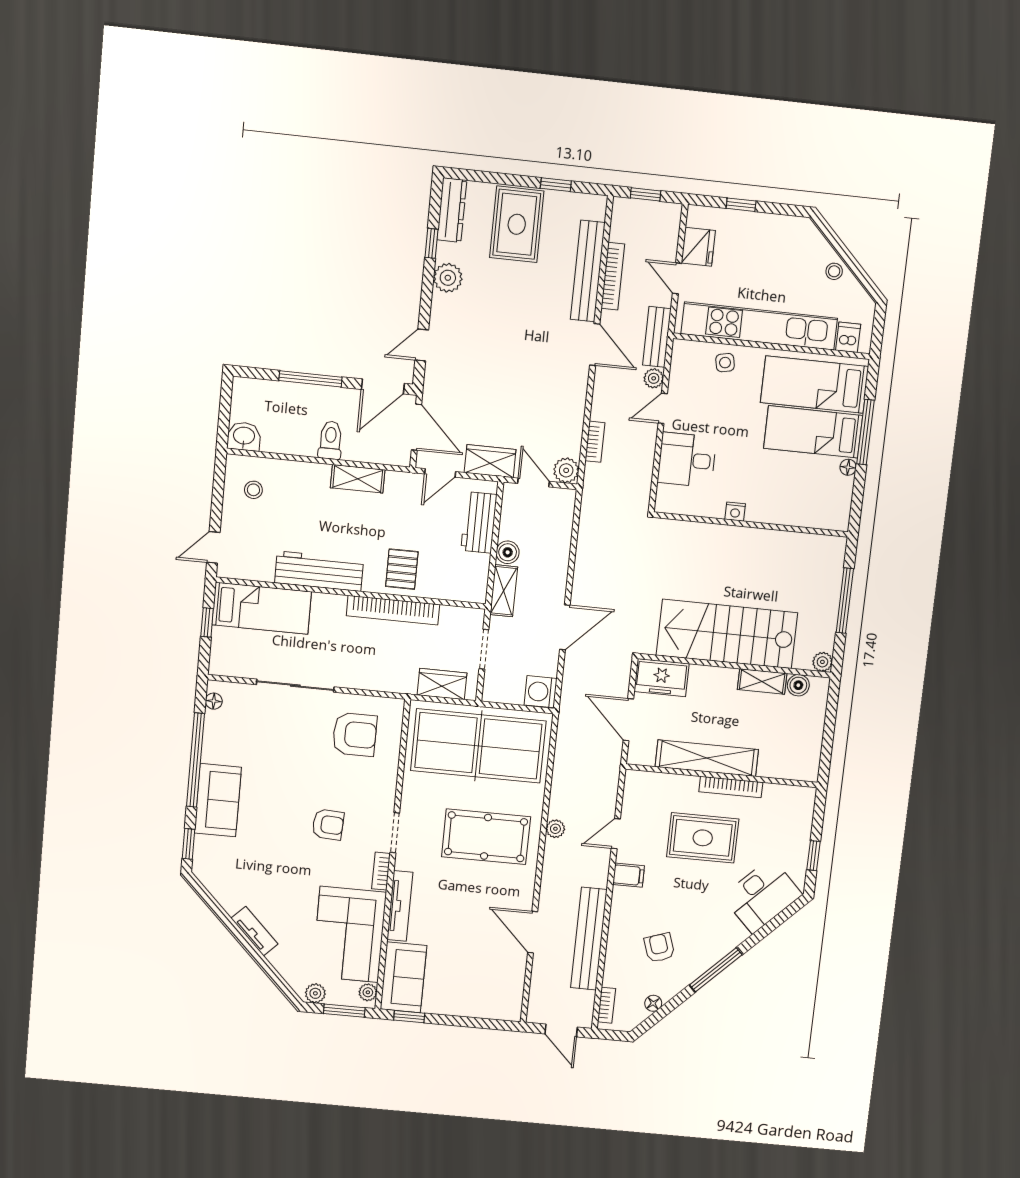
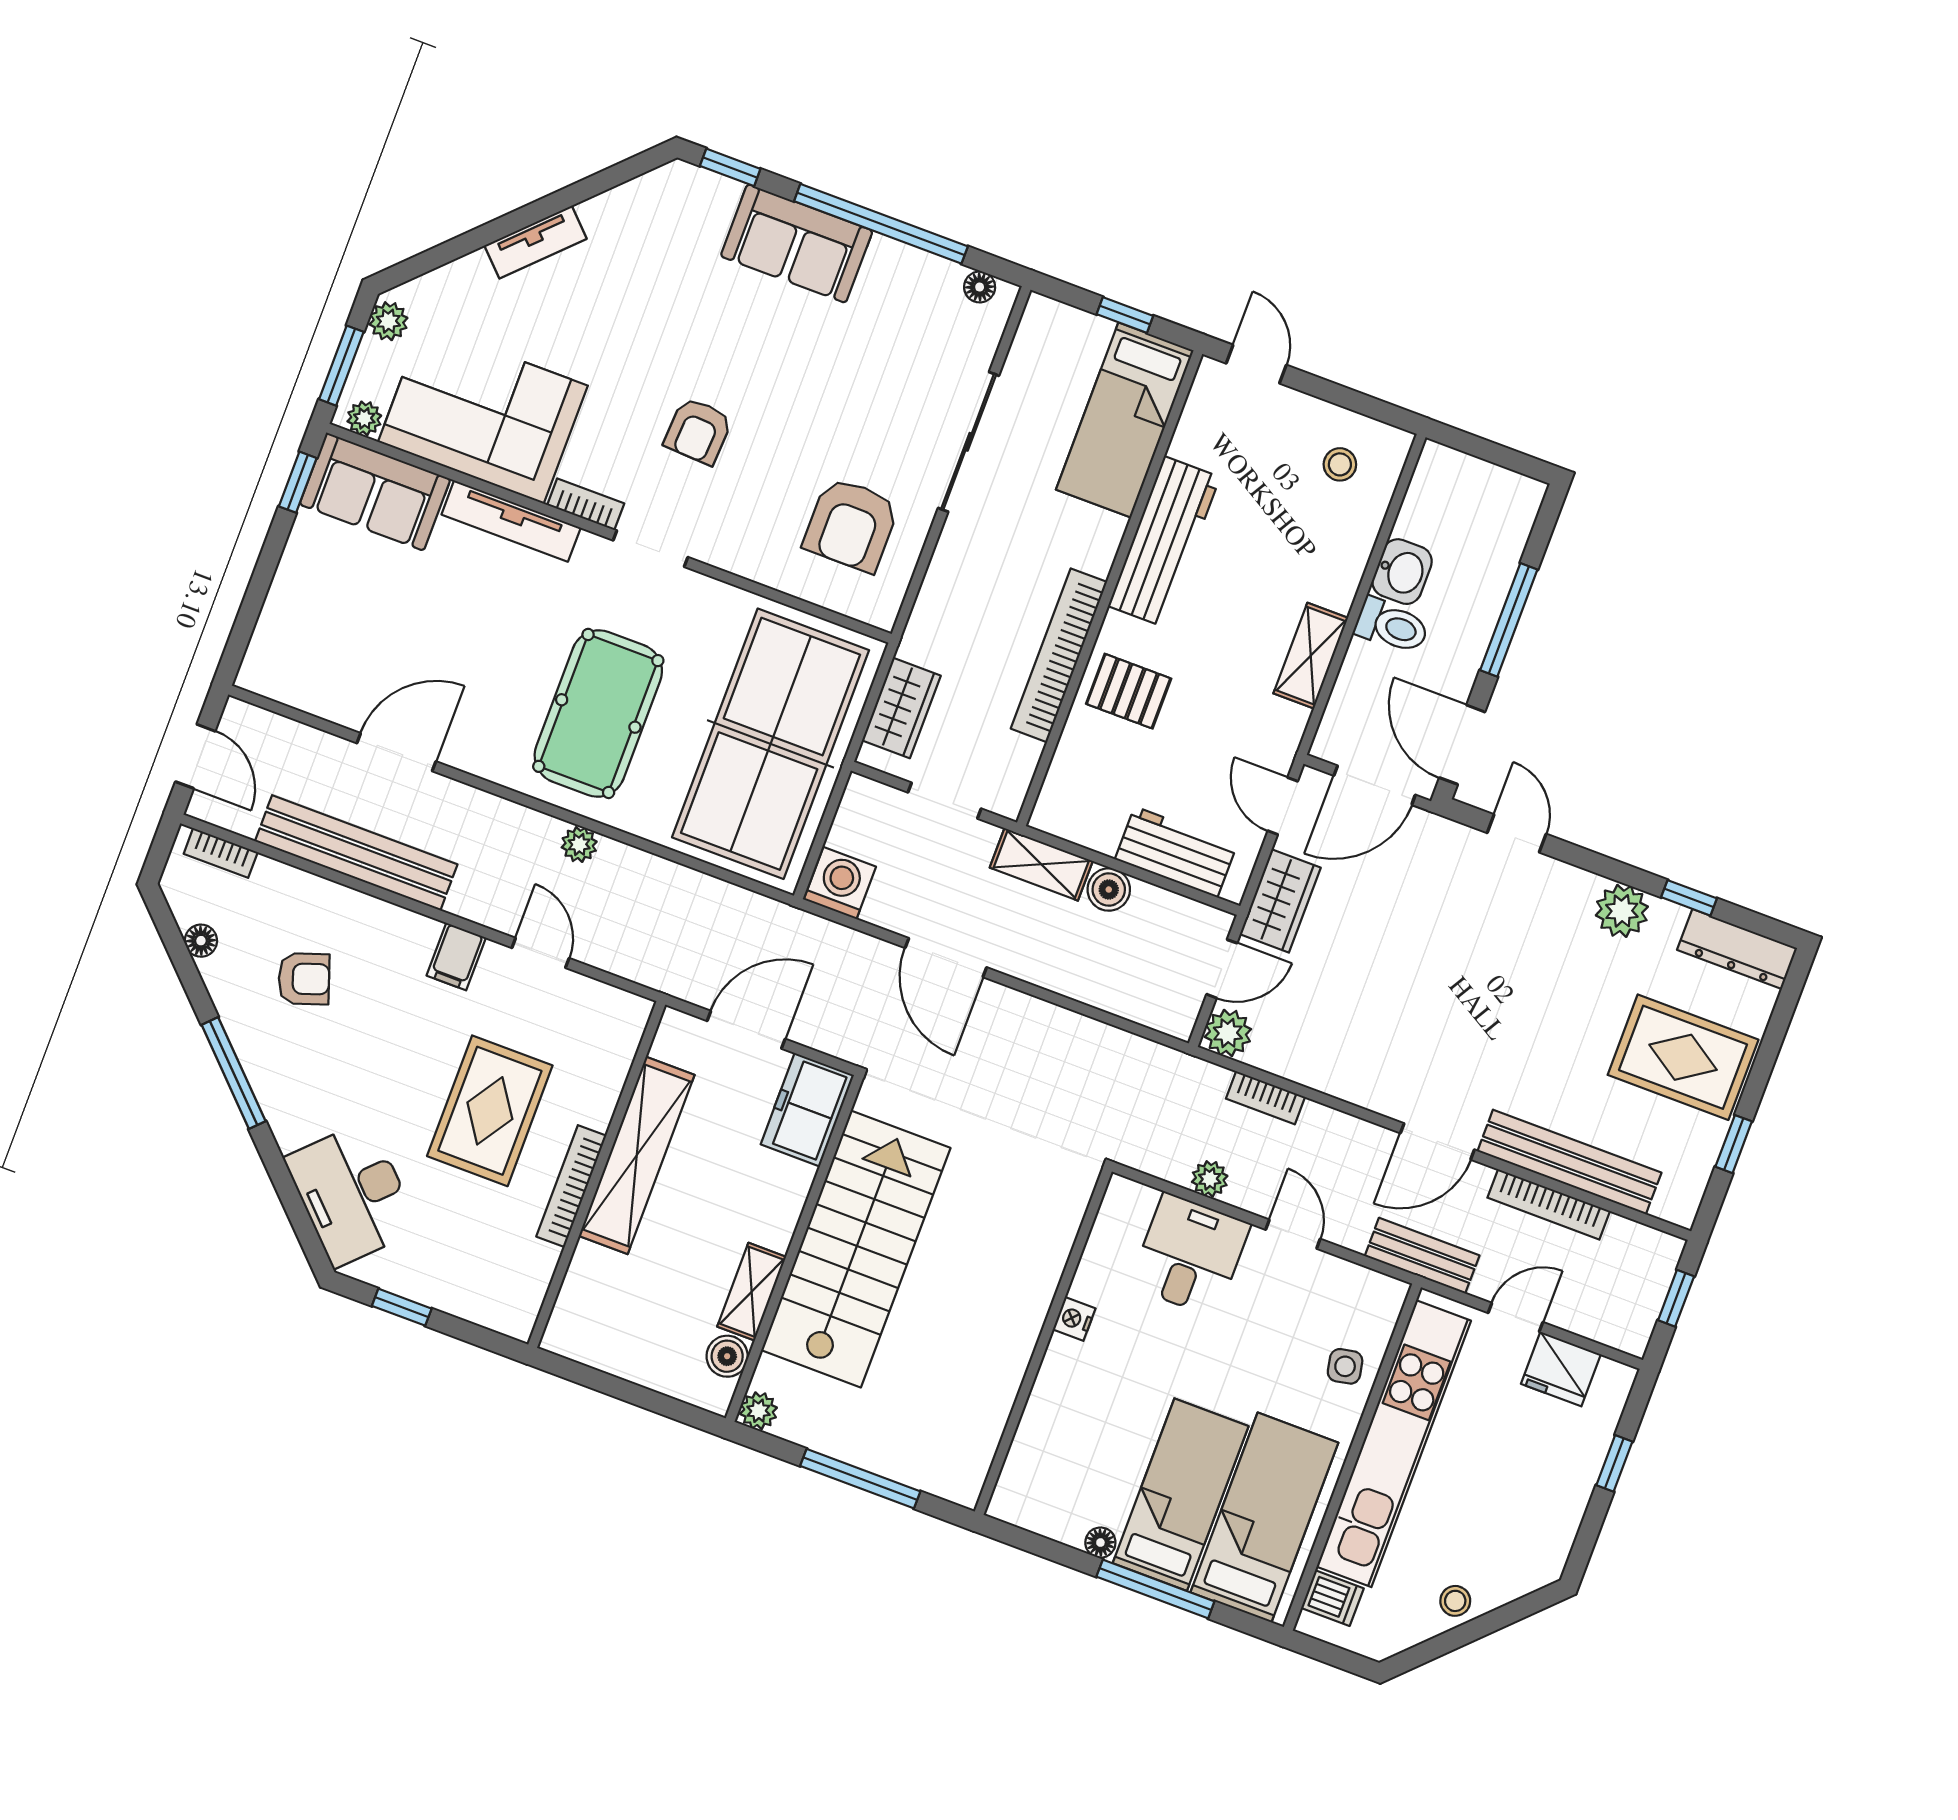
plant: (654, 378) -> (1210, 1179), moved
washbasin: (244, 436) -> (1402, 572), moved
door: (561, 1030) -> (195, 756), swing flipped

